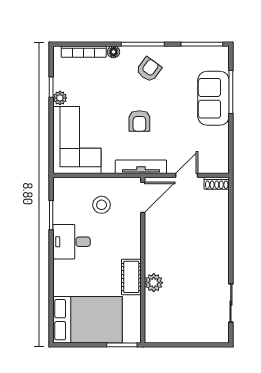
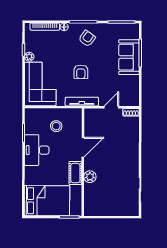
door: (143, 197) -> (83, 147), moved
desk: (72, 242) -> (37, 150), width x1.37

